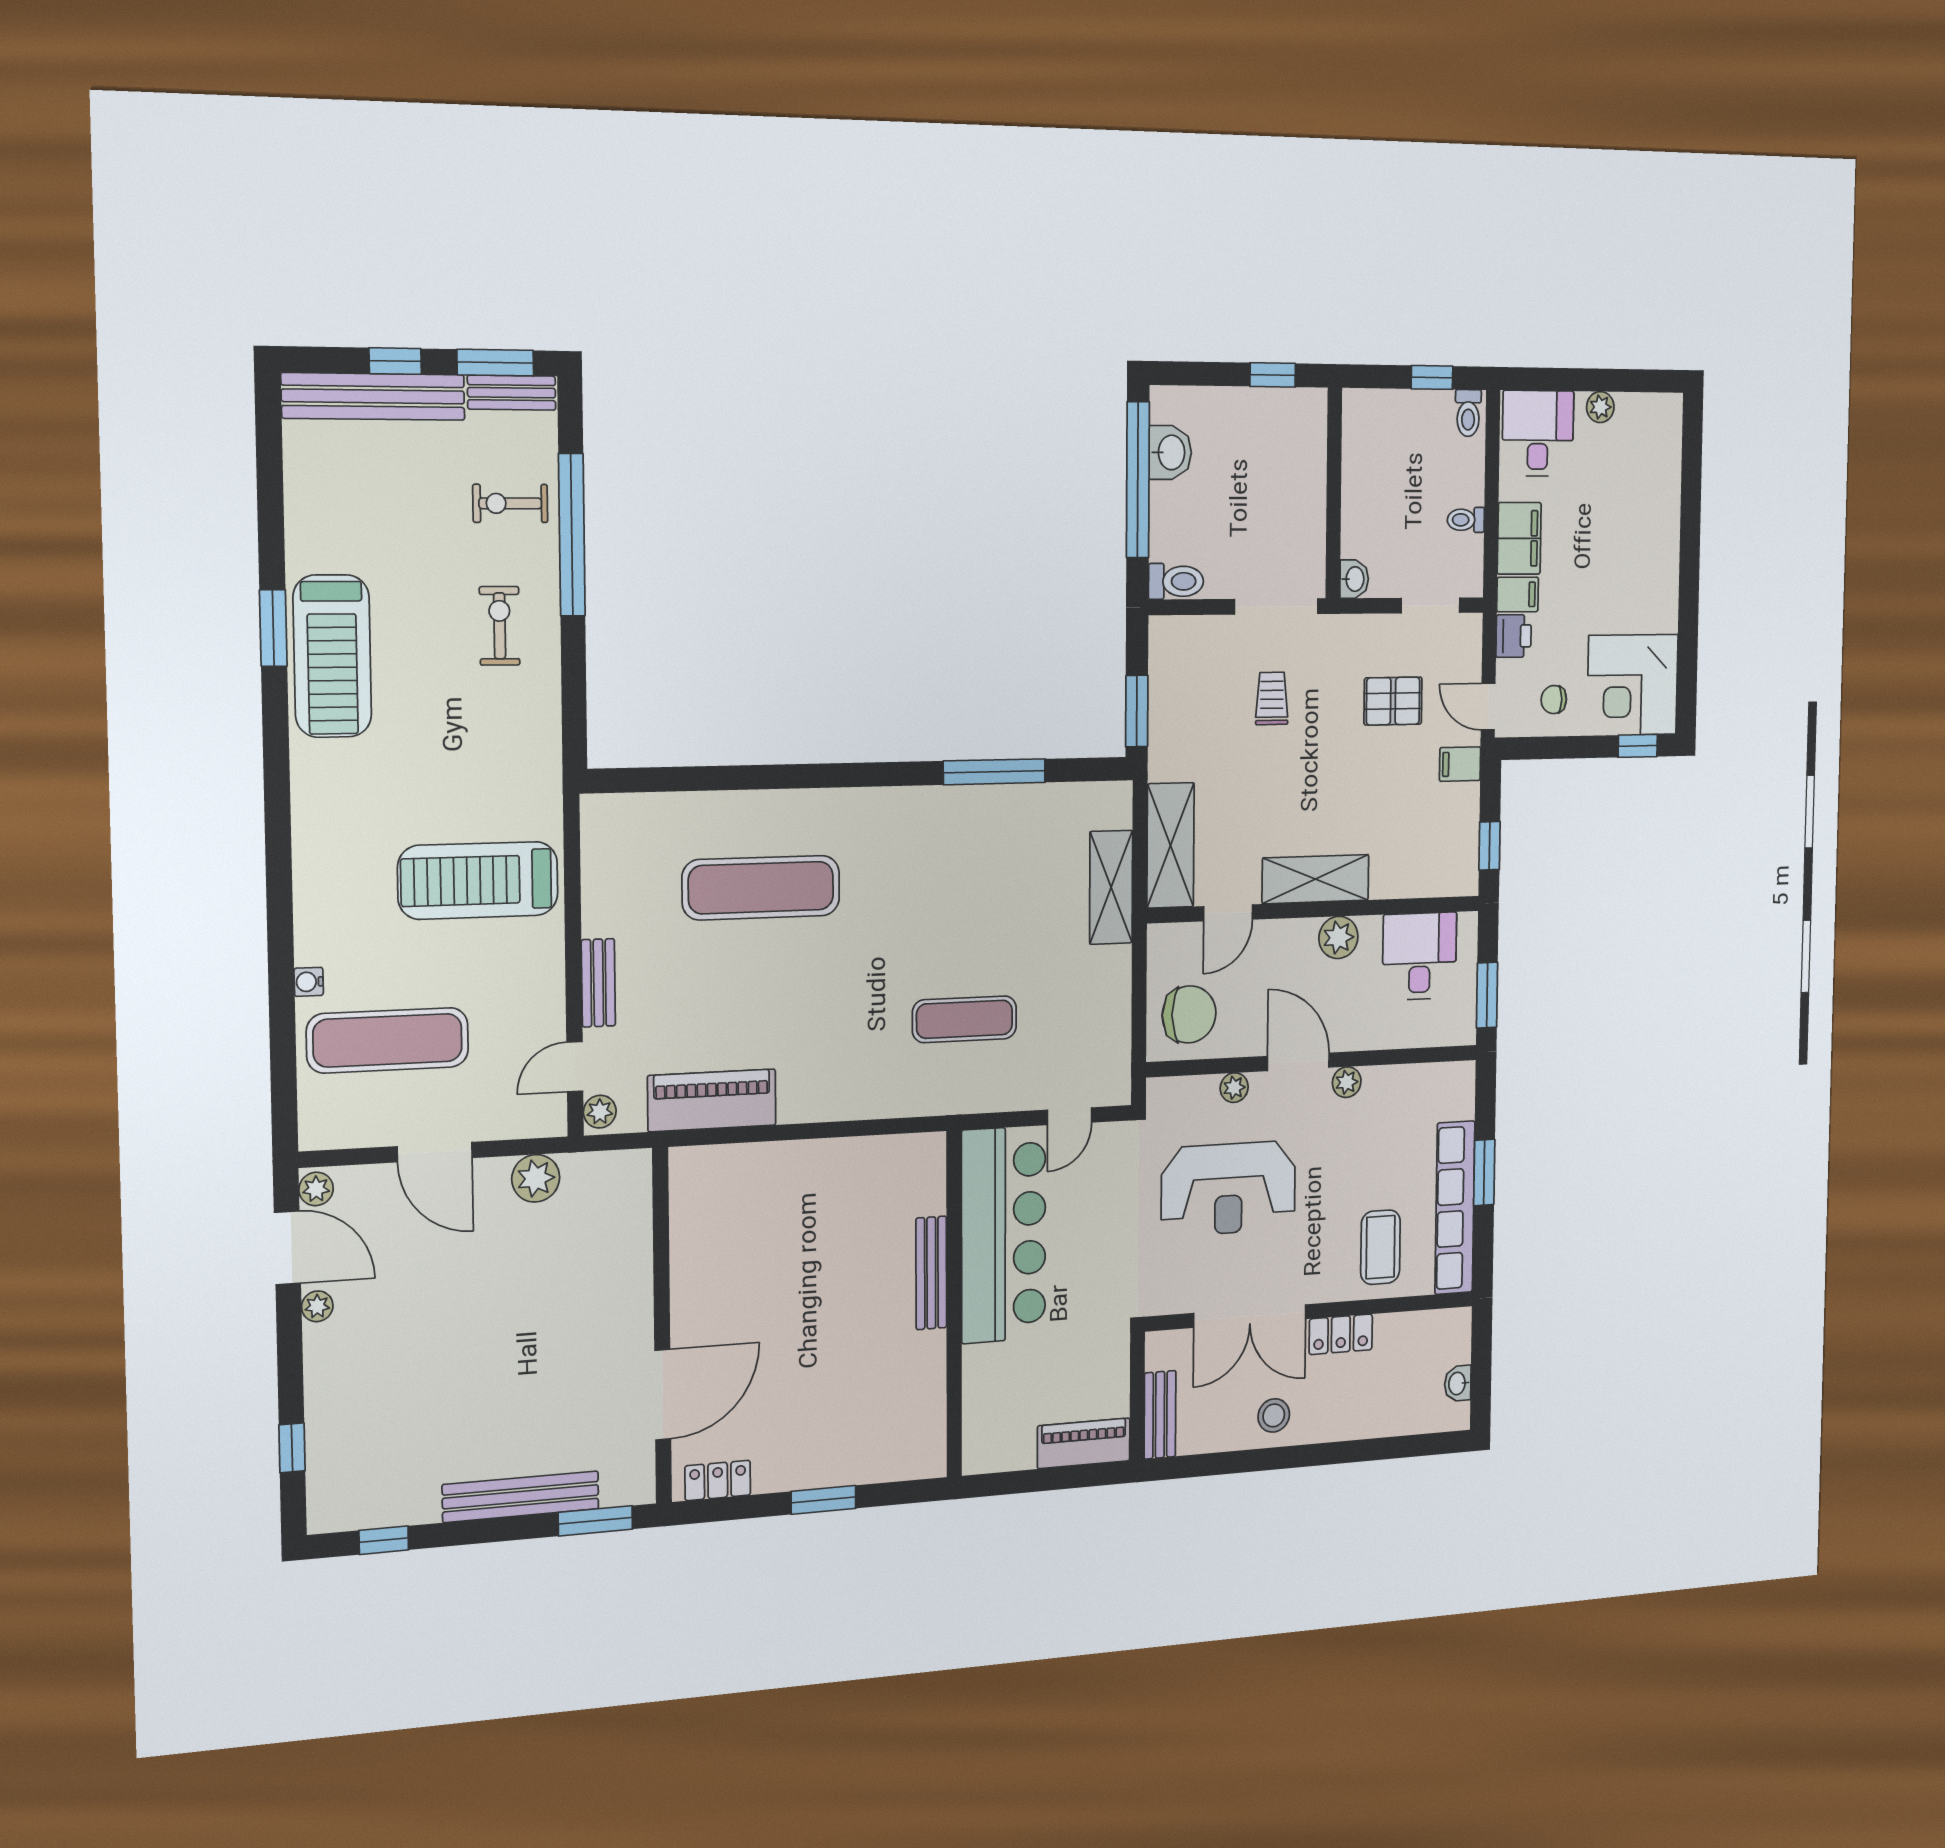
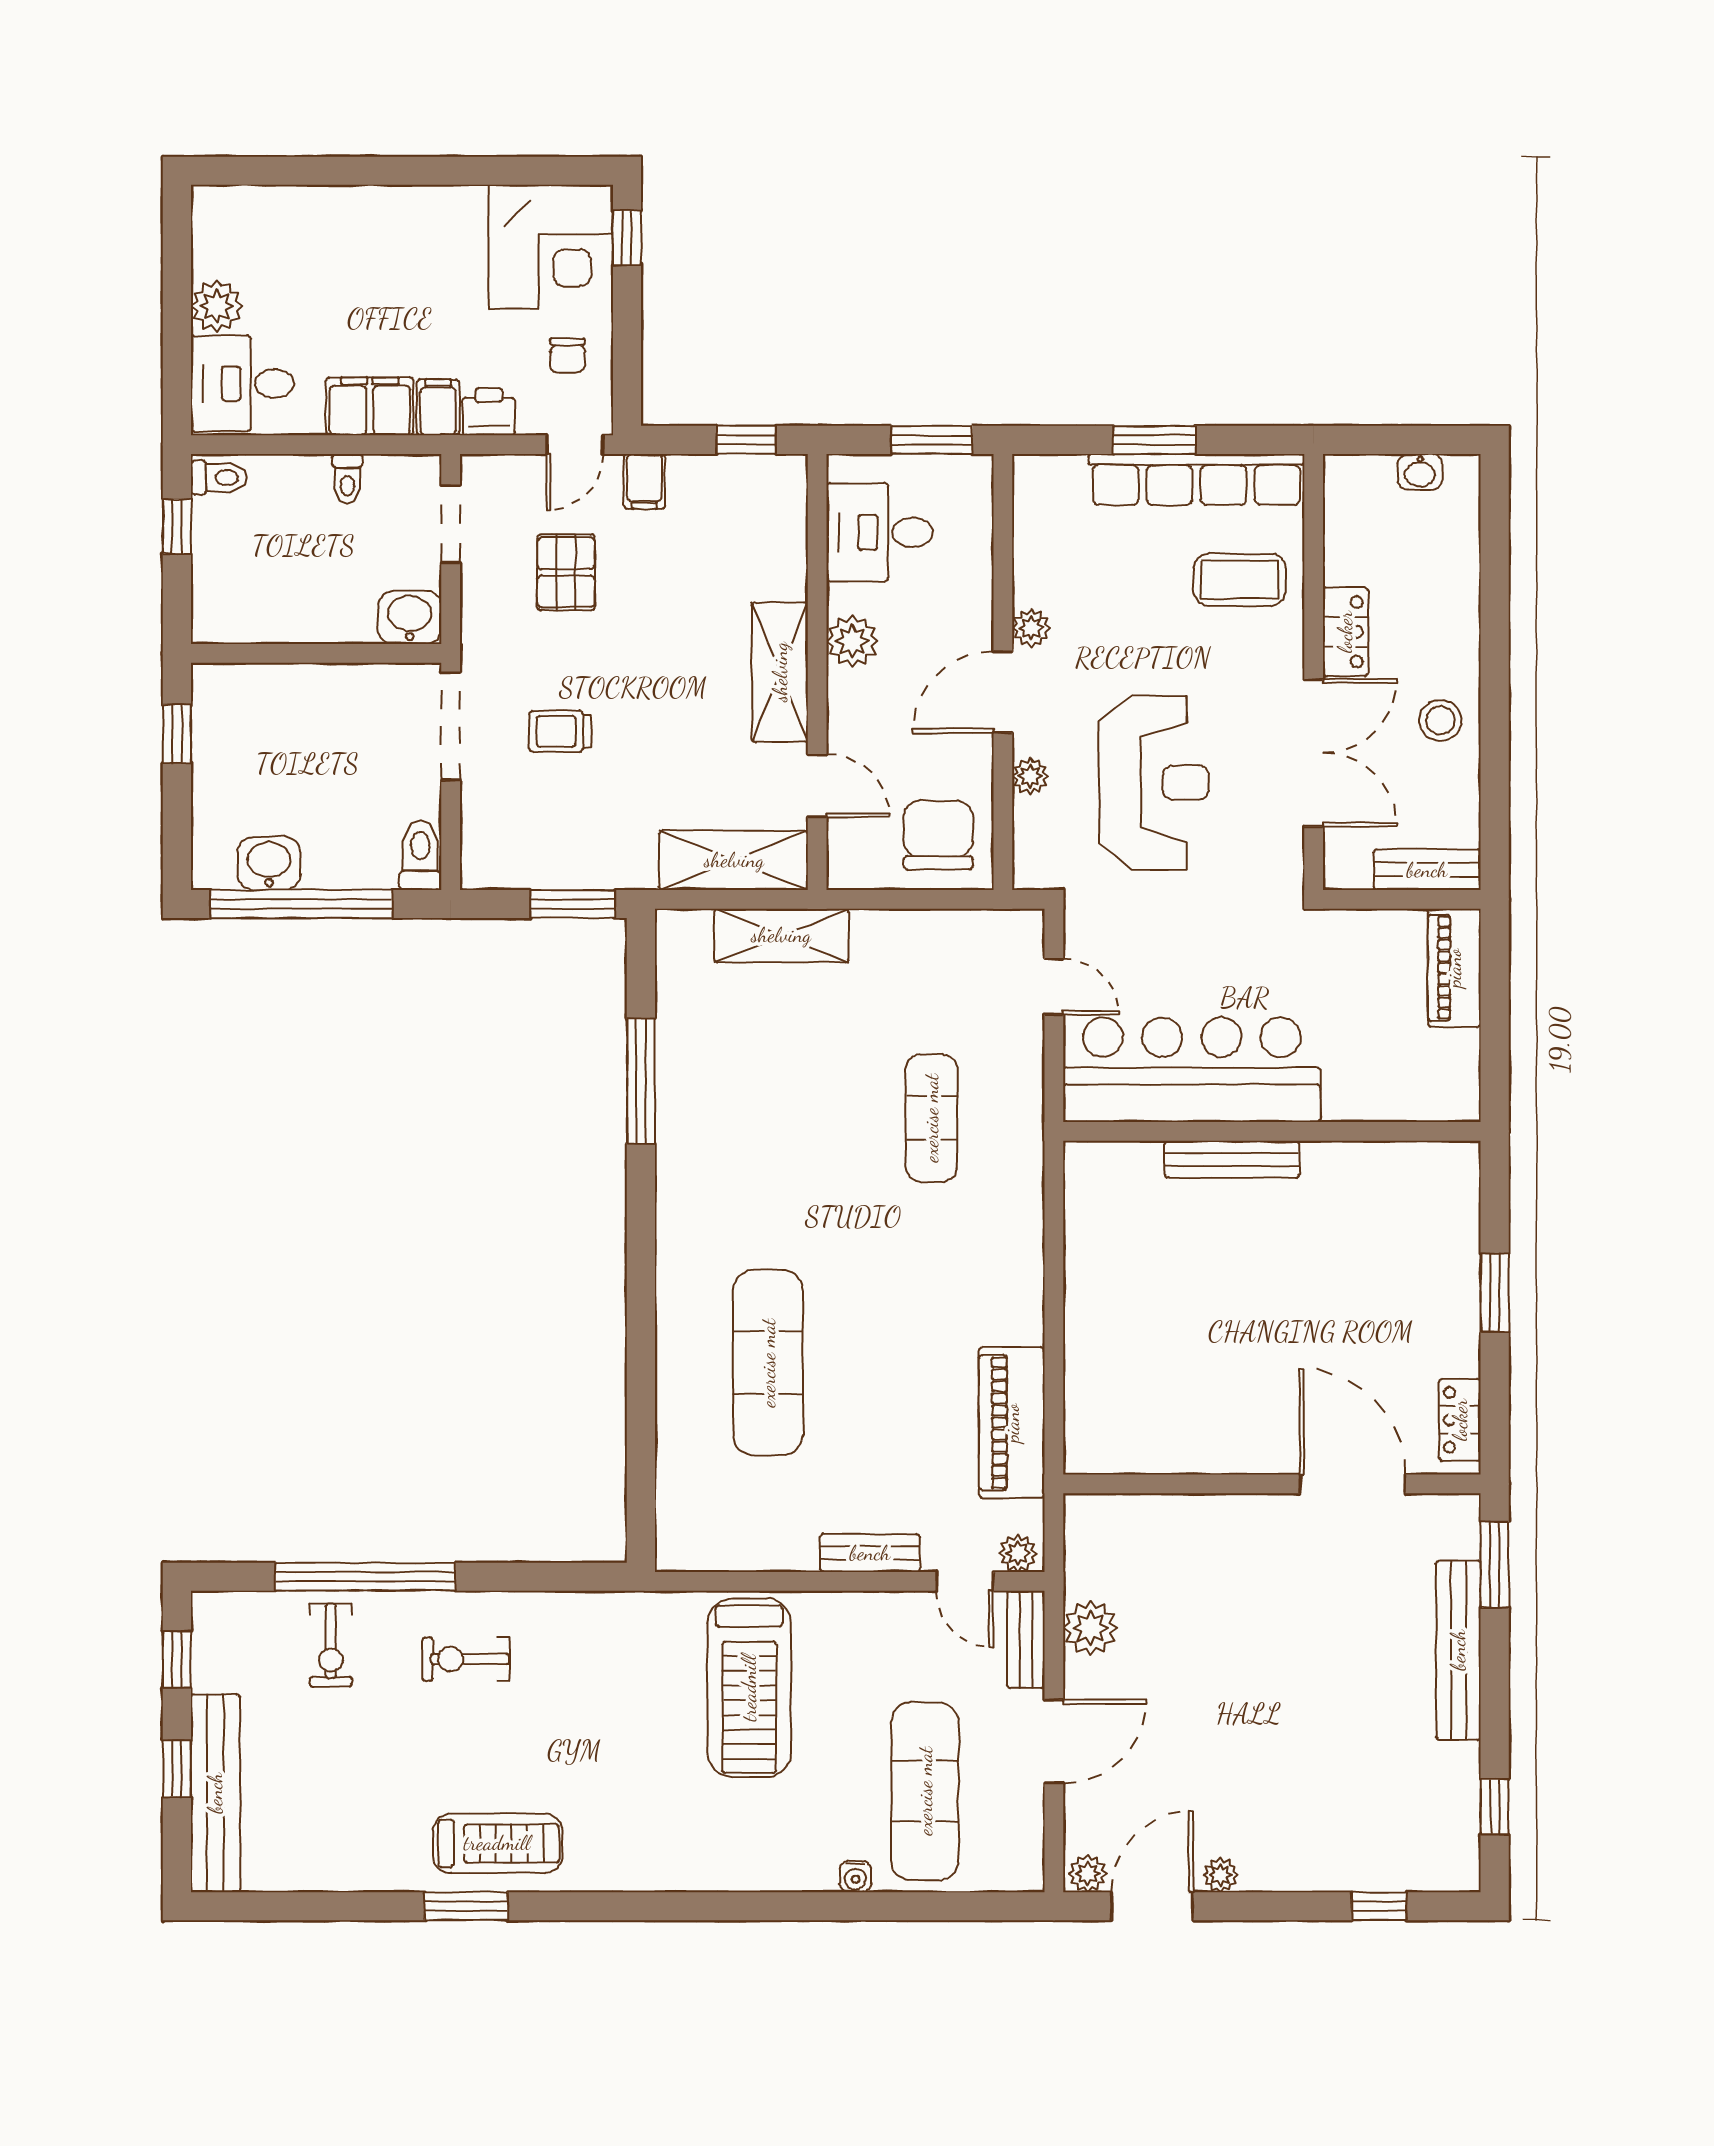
window: (495, 363) -> (177, 1659), width x0.67
bench: (512, 393) -> (1026, 1639), moved
plant: (1600, 407) -> (217, 306), width x1.38, depth x1.38
washbasin: (1354, 579) -> (410, 617), width x1.38, depth x1.45
treadmill: (332, 656) -> (497, 1843), width x0.73, depth x0.73

